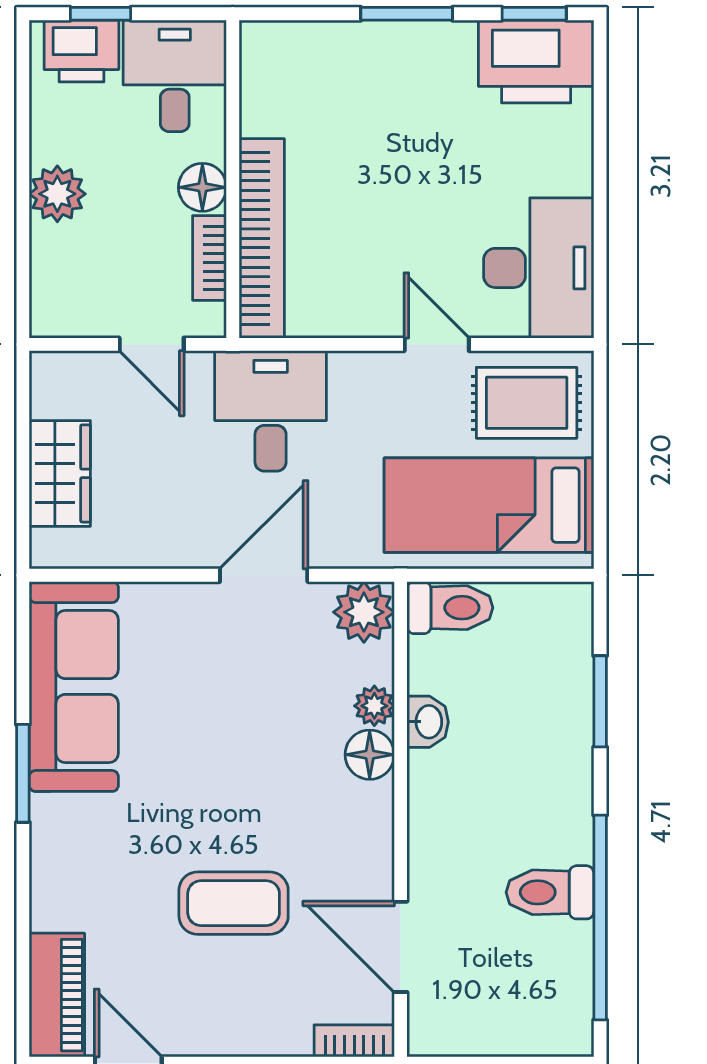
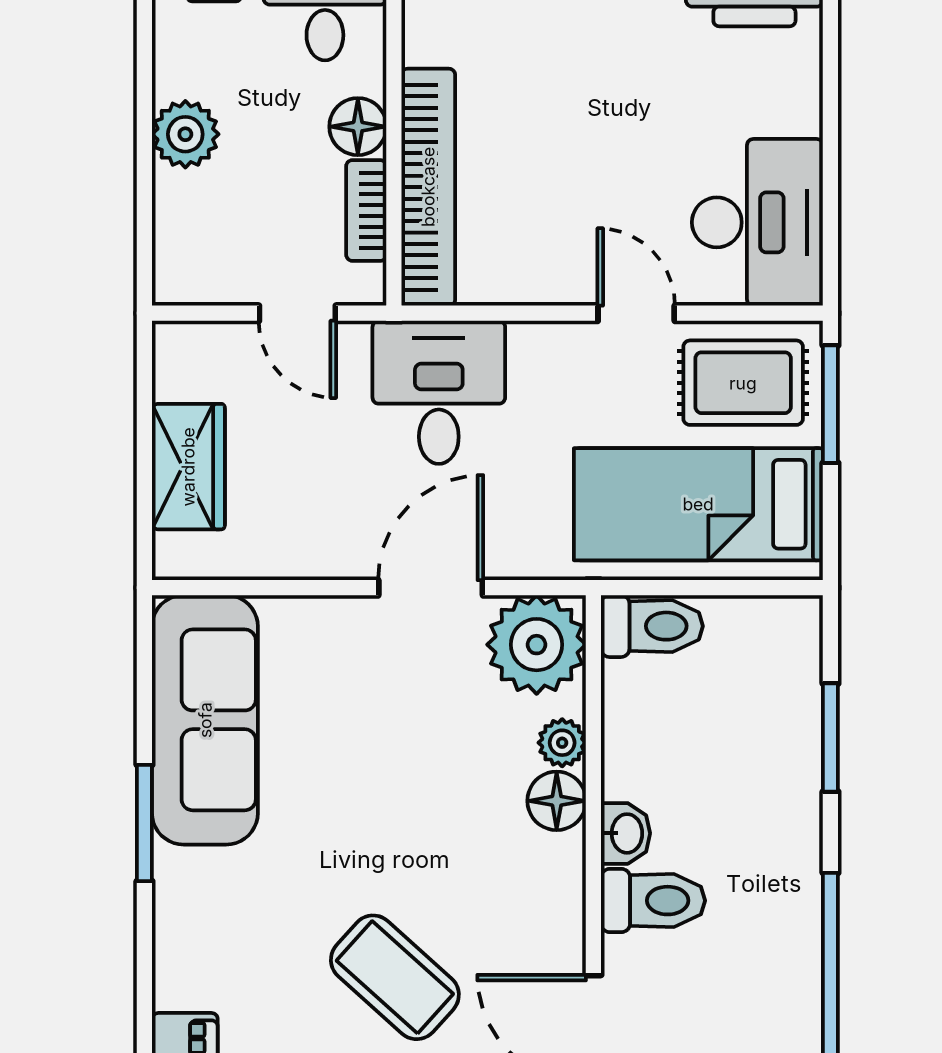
window: (600, 421) -> (830, 404), added
plant: (364, 612) -> (537, 645), width x1.36, depth x1.36
washbasin: (428, 722) -> (626, 833), moved
toilet: (550, 892) -> (653, 901), moved, turned 180
coffee table: (234, 903) -> (395, 977), turned 42

